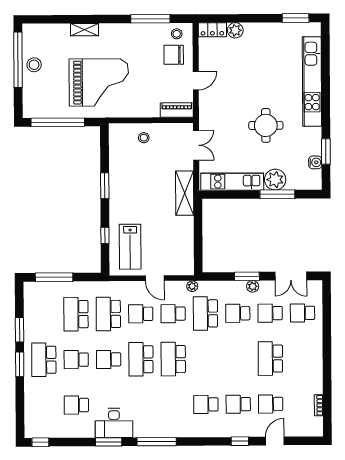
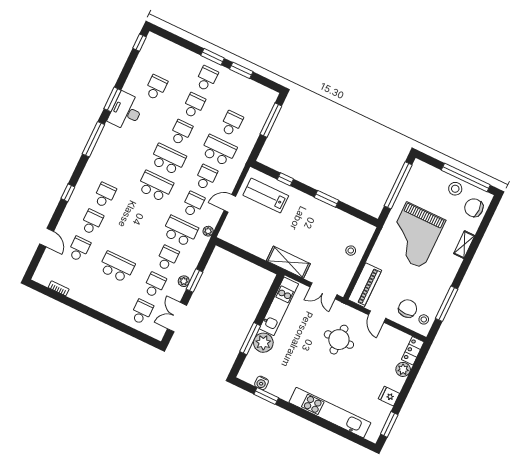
fridge: (268, 32) -> (389, 396), added
chair: (44, 38) -> (474, 208), added
piano: (177, 110) -> (365, 285), width x1.37, depth x1.33
round table: (266, 125) -> (339, 340), moved
school desk: (76, 314) -> (232, 123), width x0.54
school desk: (44, 360) -> (207, 79), width x0.54
window: (240, 441) -> (68, 193), moved

